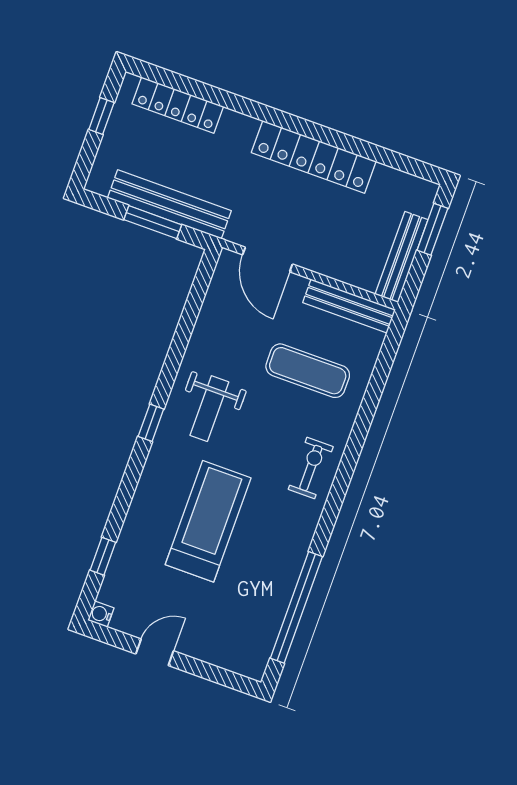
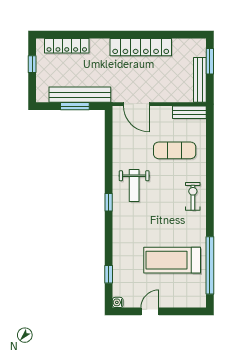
bench: (349, 306) -> (189, 112), width x0.73
treadmill: (208, 521) -> (172, 260), moved, turned -90

